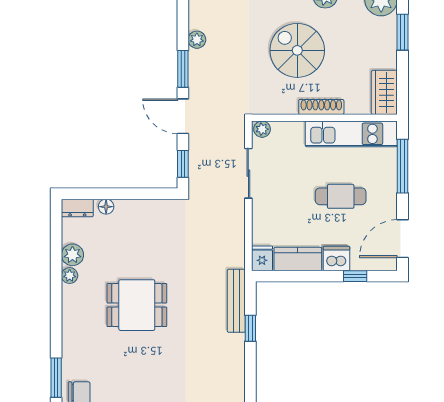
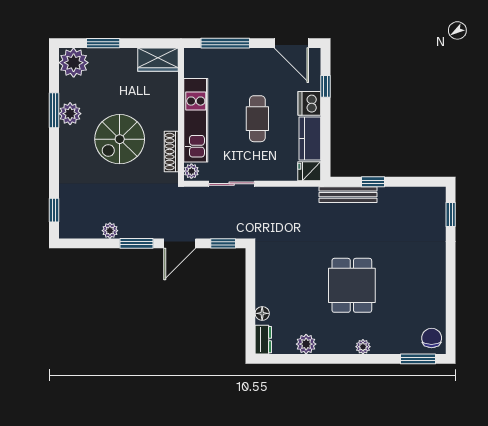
shoe rack: (321, 107) -> (171, 152), moved
kitchen unit: (351, 134) -> (196, 120), moved
cafe table: (341, 196) -> (257, 119), moved
plant: (70, 276) -> (363, 347), moved

